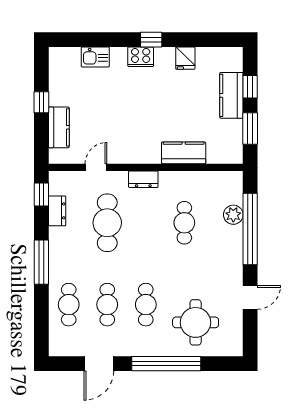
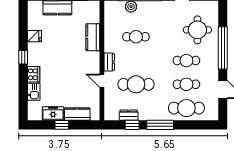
cooker: (141, 57) -> (34, 74), moved
freezer: (60, 88) -> (53, 113), added
door: (96, 167) -> (102, 81), moved
window: (41, 195) -> (132, 125), moved
cafe table: (69, 305) -> (186, 108), width x1.37, depth x1.35

